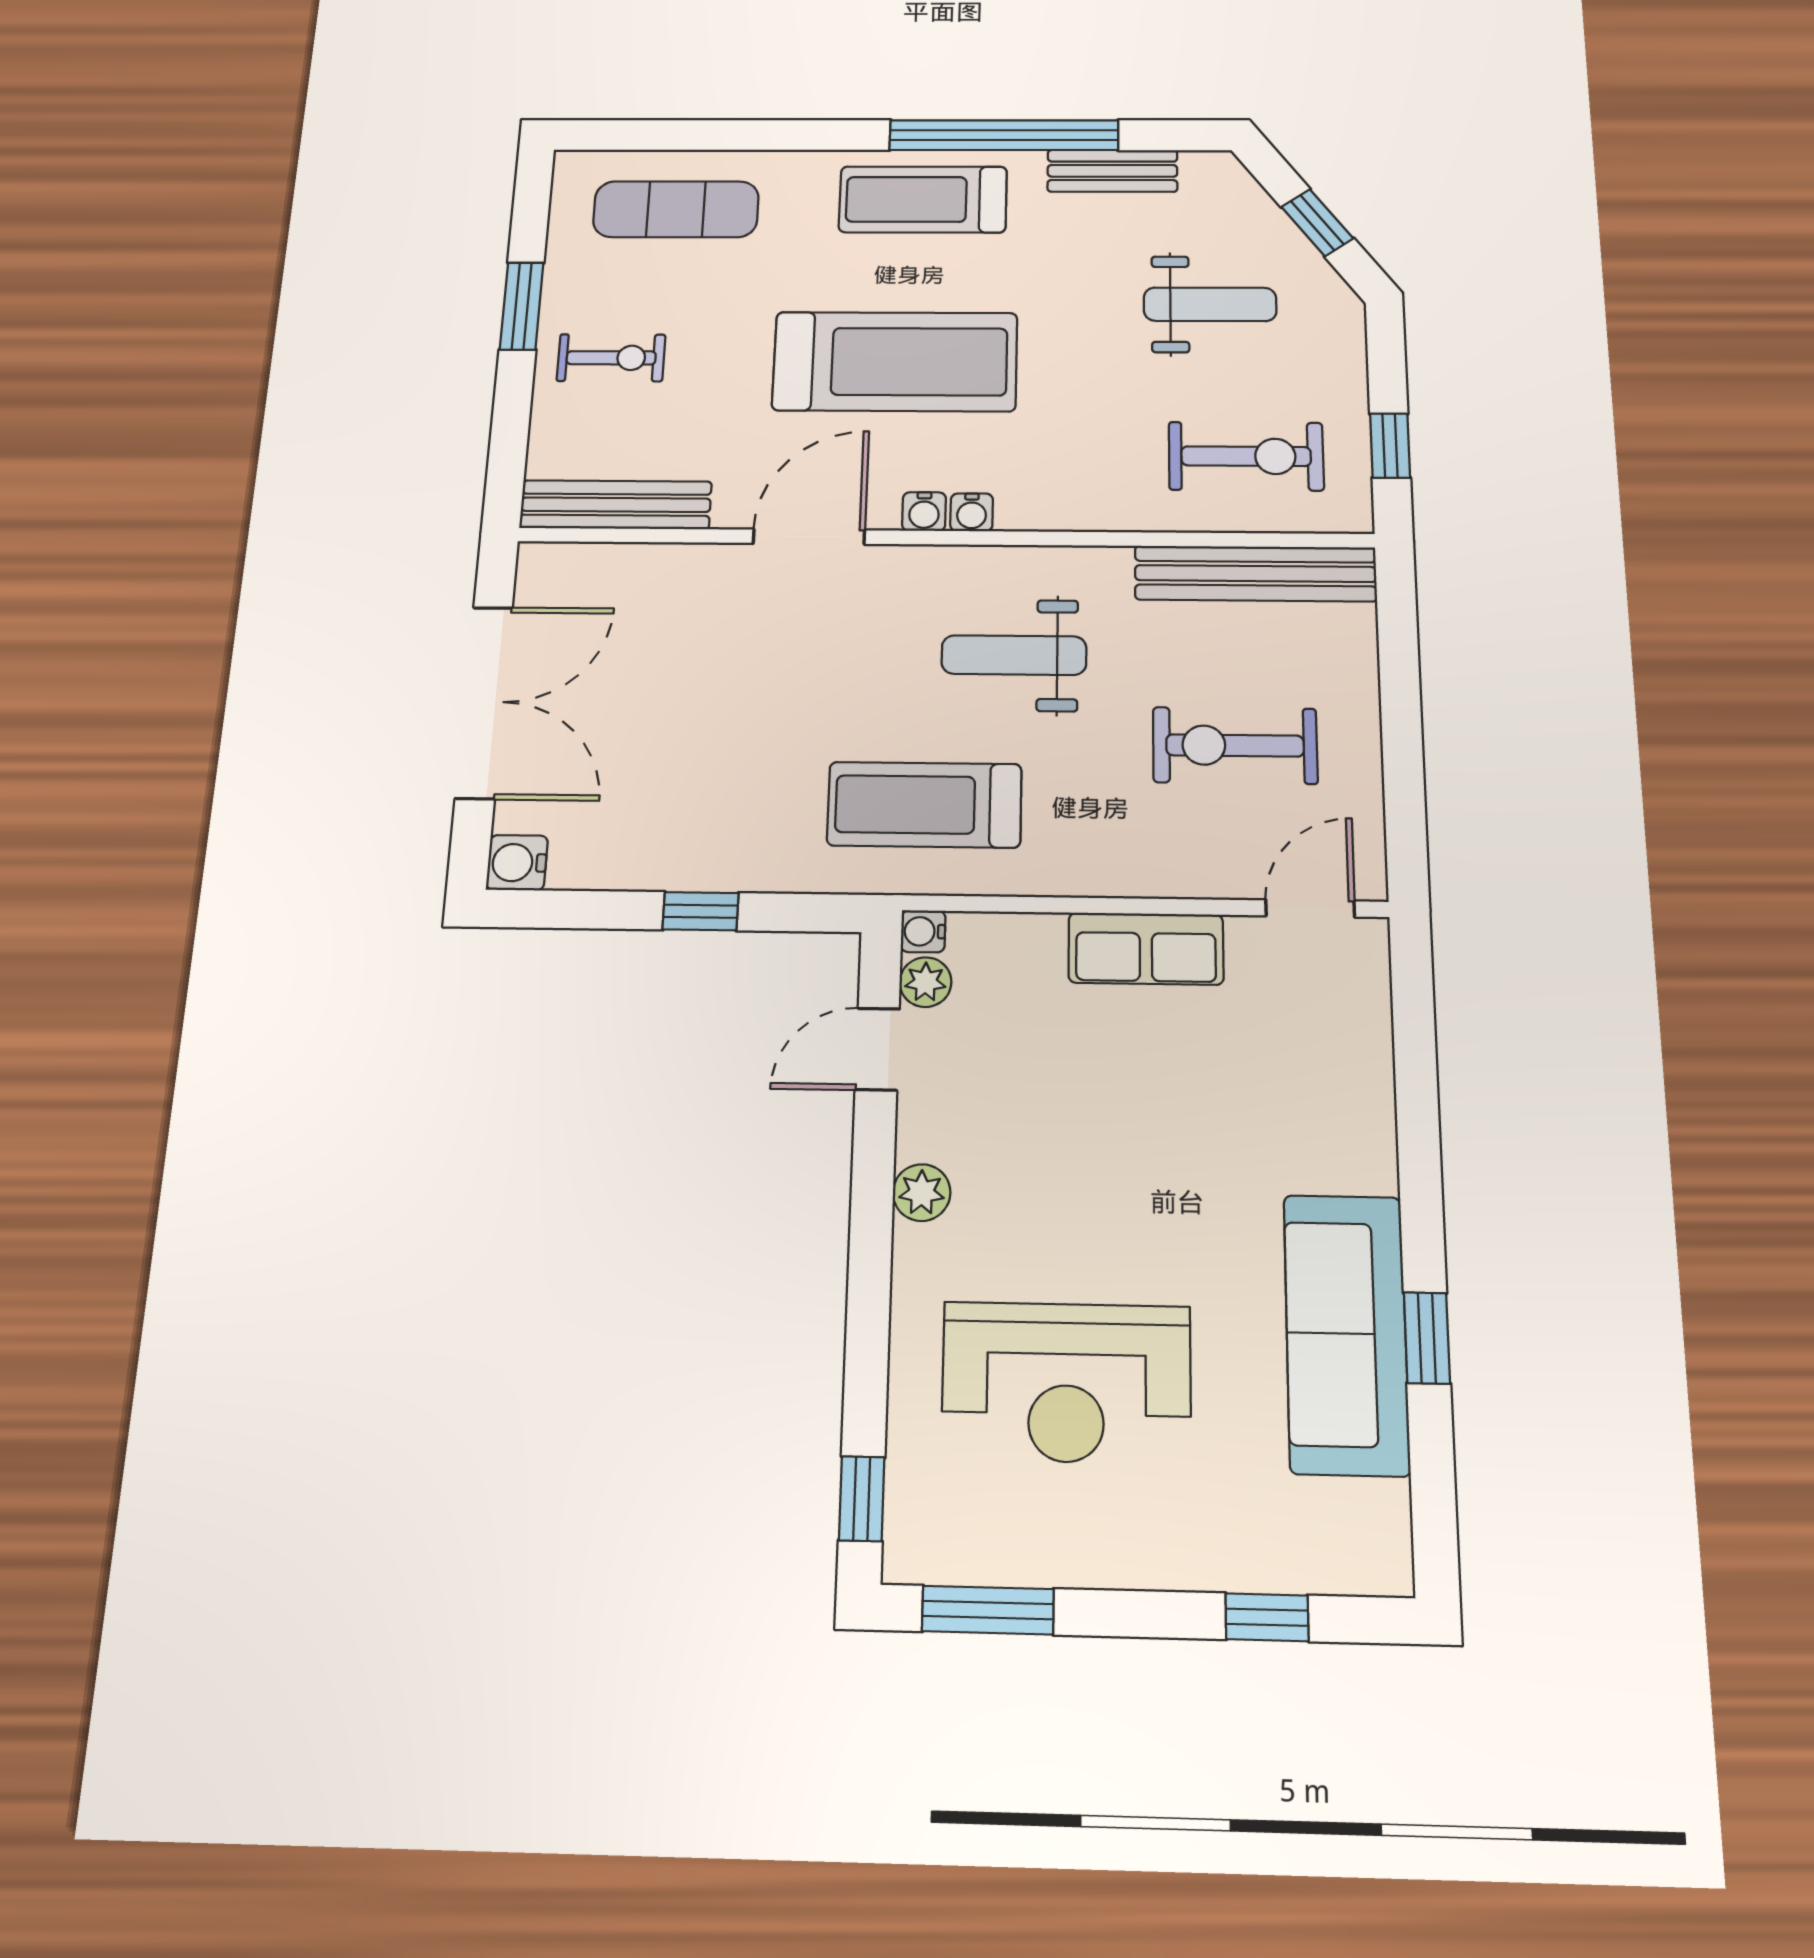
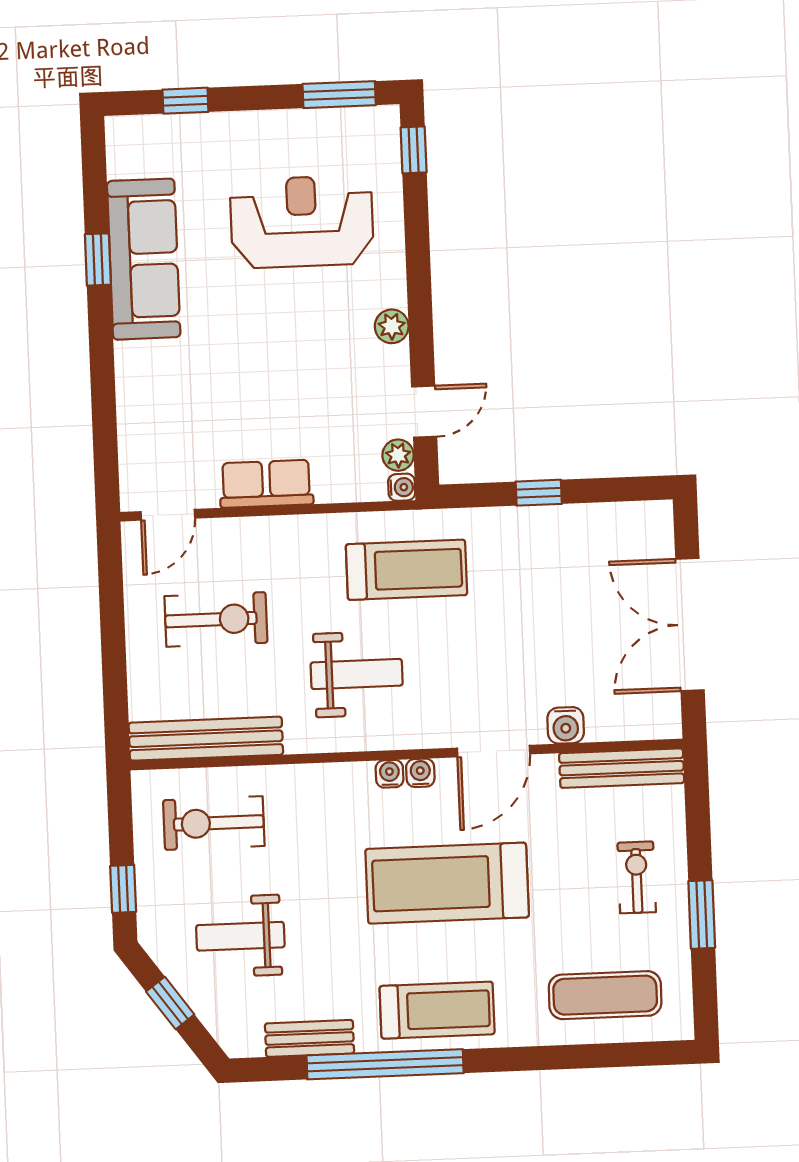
exercise bike: (611, 358) -> (637, 877), turned 90
window: (1390, 446) -> (123, 889), moved
water cooler: (517, 863) -> (566, 725), moved, turned 90

